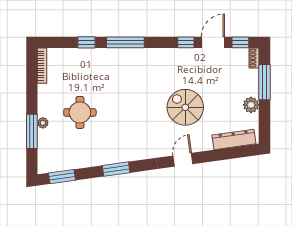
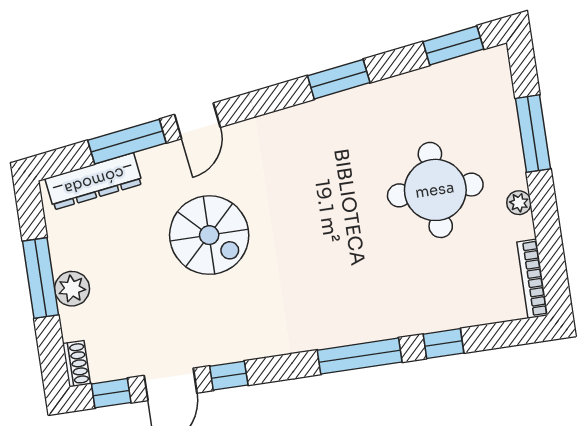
window: (264, 82) -> (41, 278), moved
plant: (251, 105) -> (72, 289), moved
round table: (80, 112) -> (435, 190), width x1.36, depth x1.36
plant: (43, 123) -> (519, 203), moved
window: (216, 155) -> (127, 142), added

